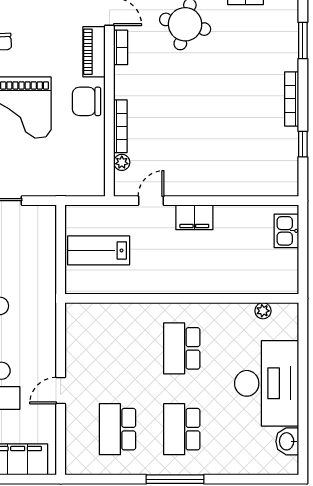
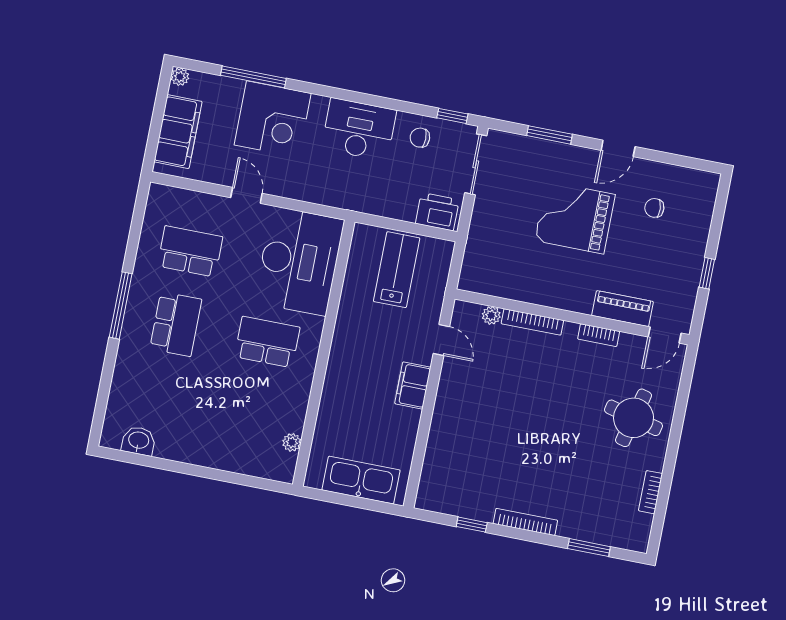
bookcase: (121, 47) -> (599, 335), moved
chair: (87, 101) -> (568, 289), removed
printer: (42, 226) -> (437, 212), added
kitchen sink: (286, 231) -> (361, 480), width x1.88, depth x1.24
desk: (267, 383) -> (299, 261), moved, turned -90
school desk: (182, 429) -> (176, 324), turned 90

